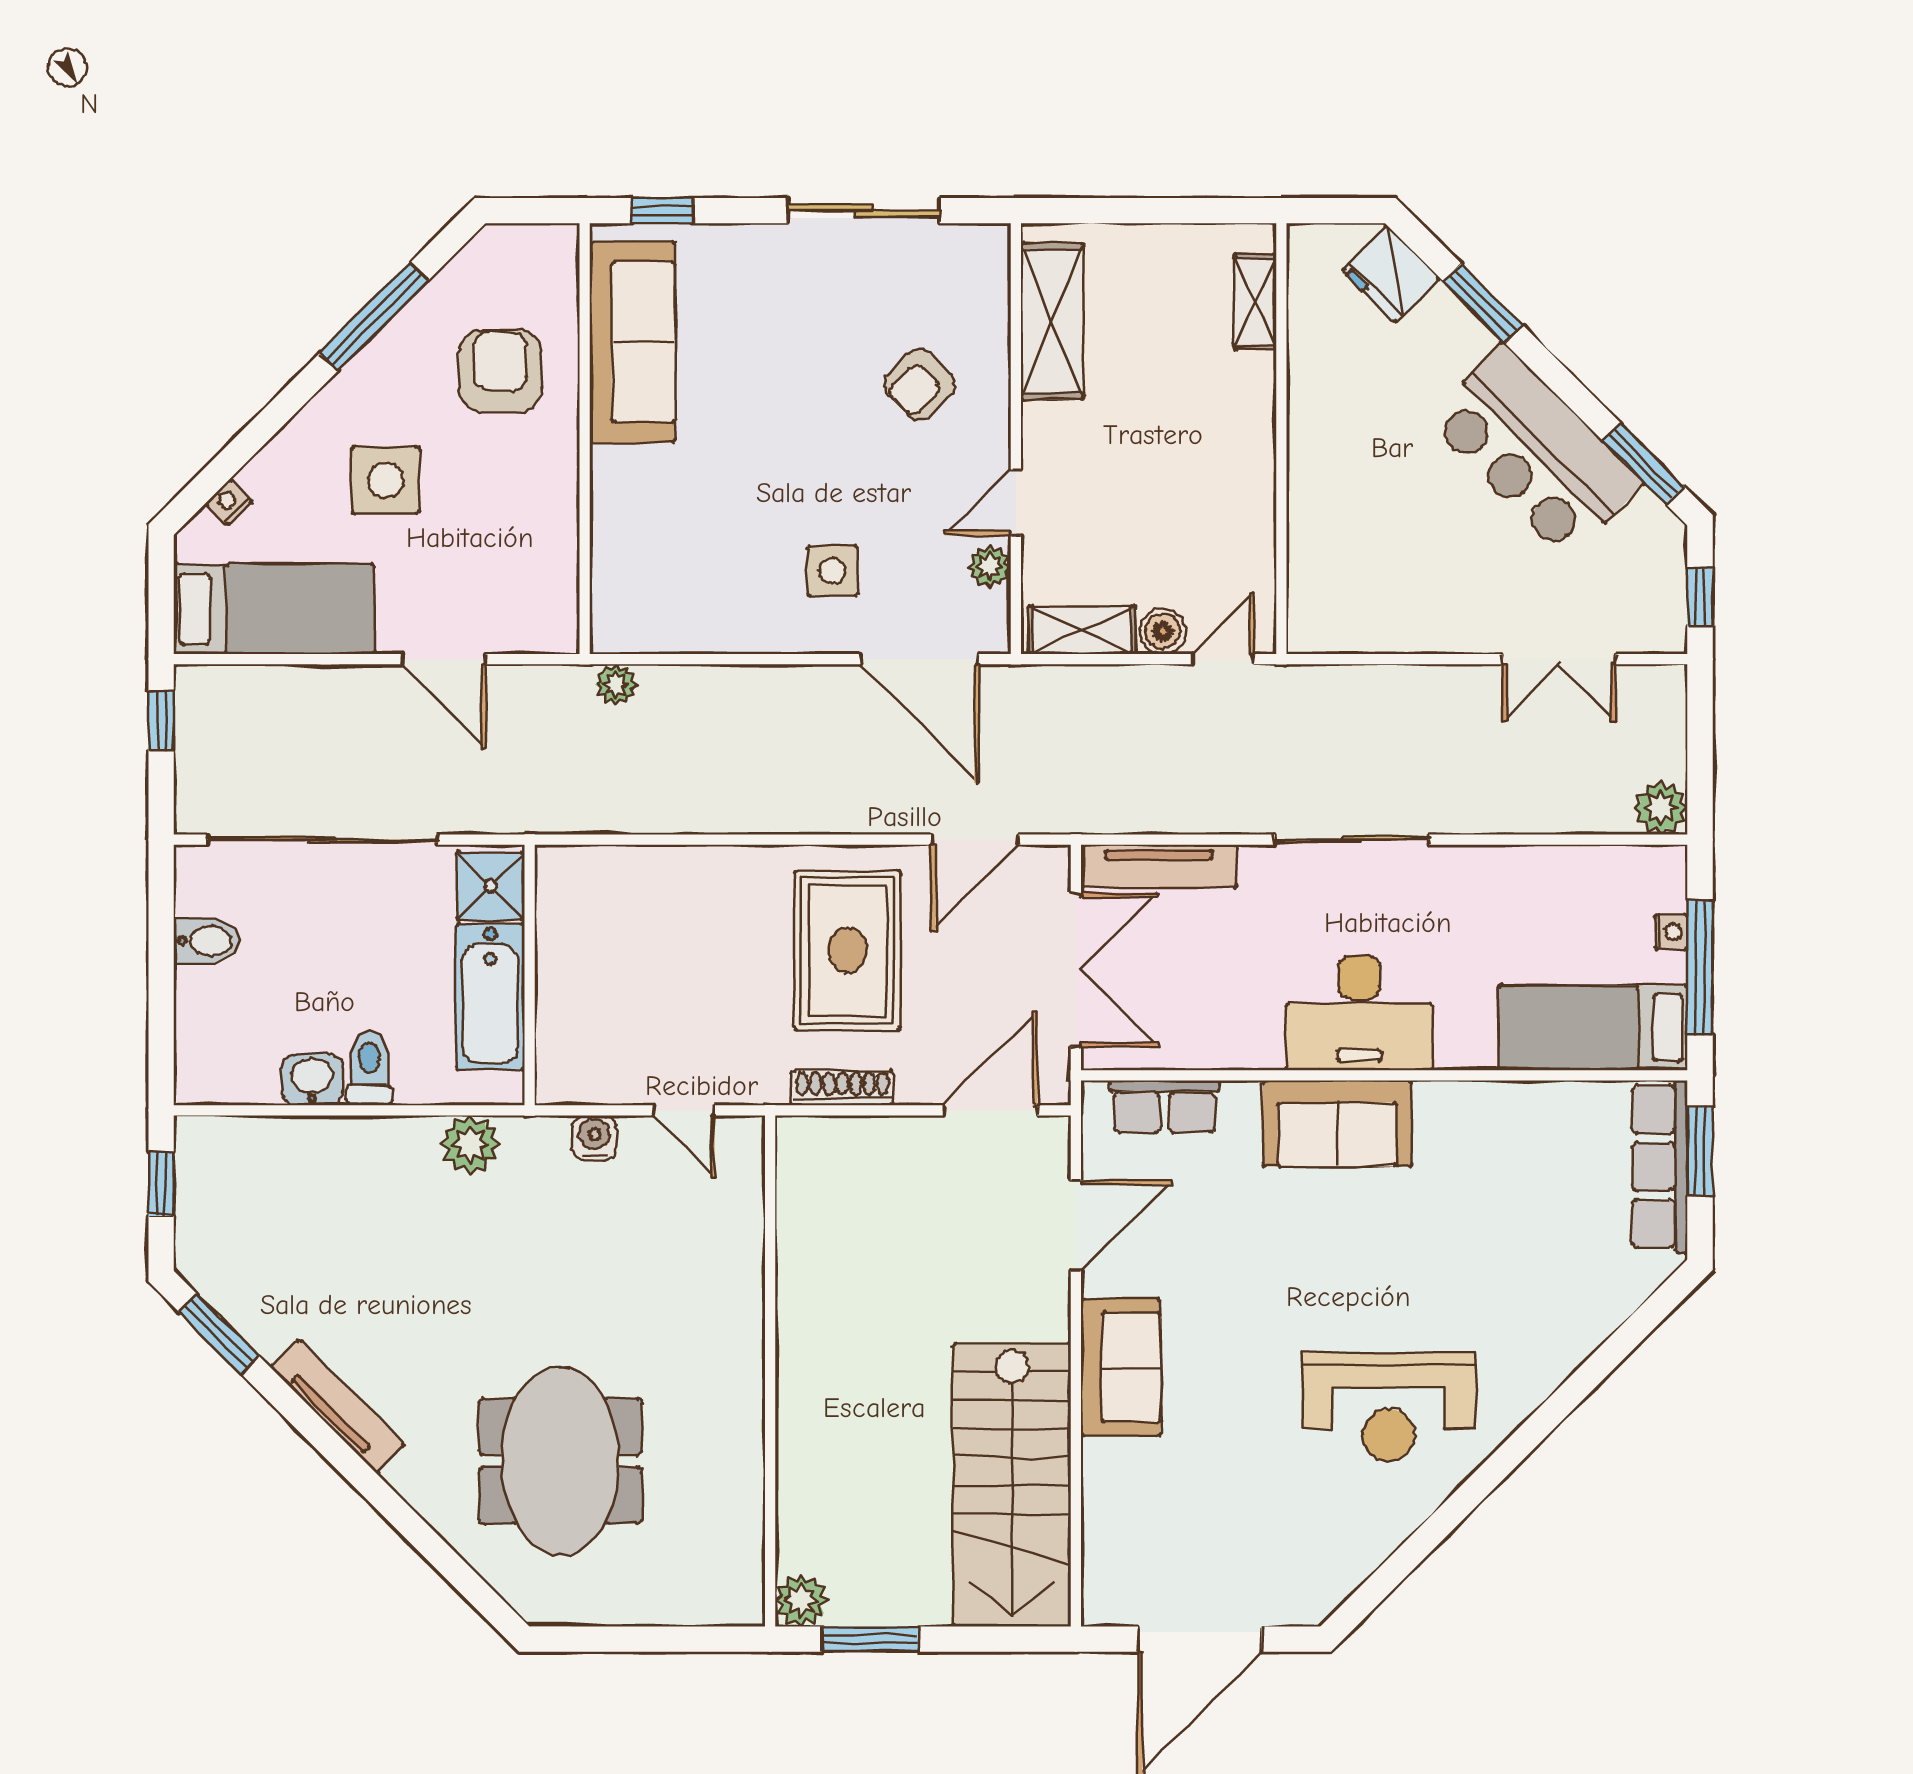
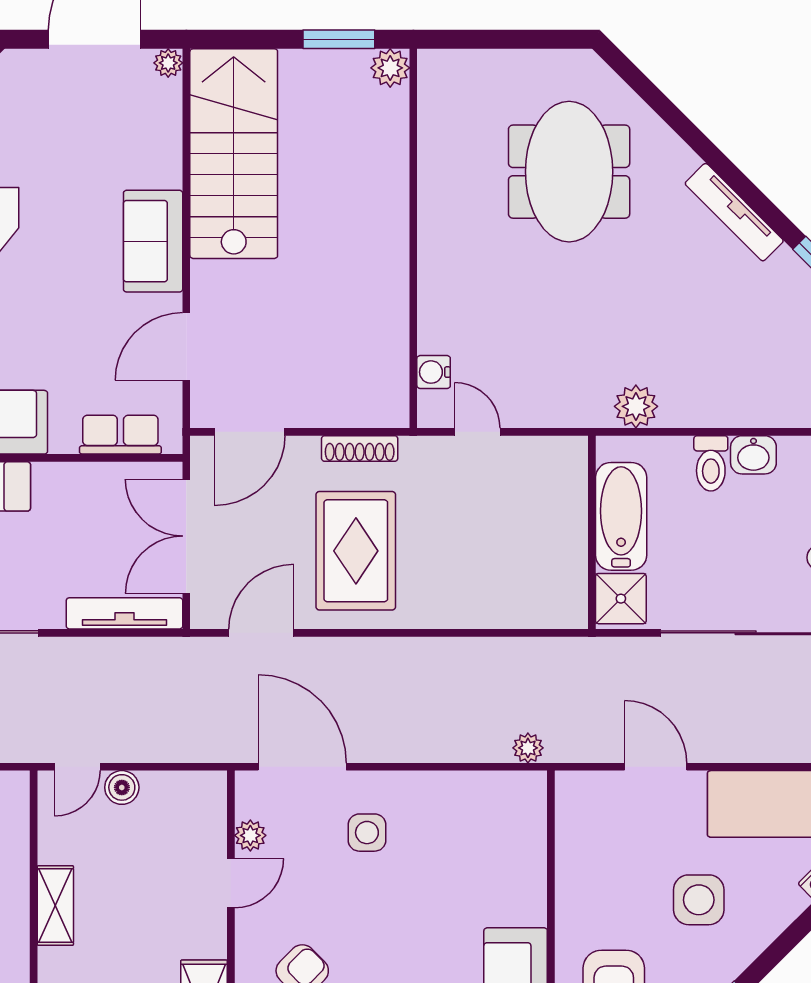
shelving: (1082, 630) -> (55, 906), moved, turned 90
water cooler: (594, 1138) -> (434, 372), moved, turned 90
plant: (1100, 1607) -> (168, 63), added

